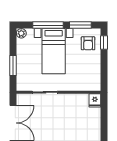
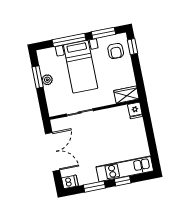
plant: (21, 33) -> (47, 80), moved
window: (13, 66) -> (38, 77), moved
wardrobe: (90, 85) -> (126, 95), added

